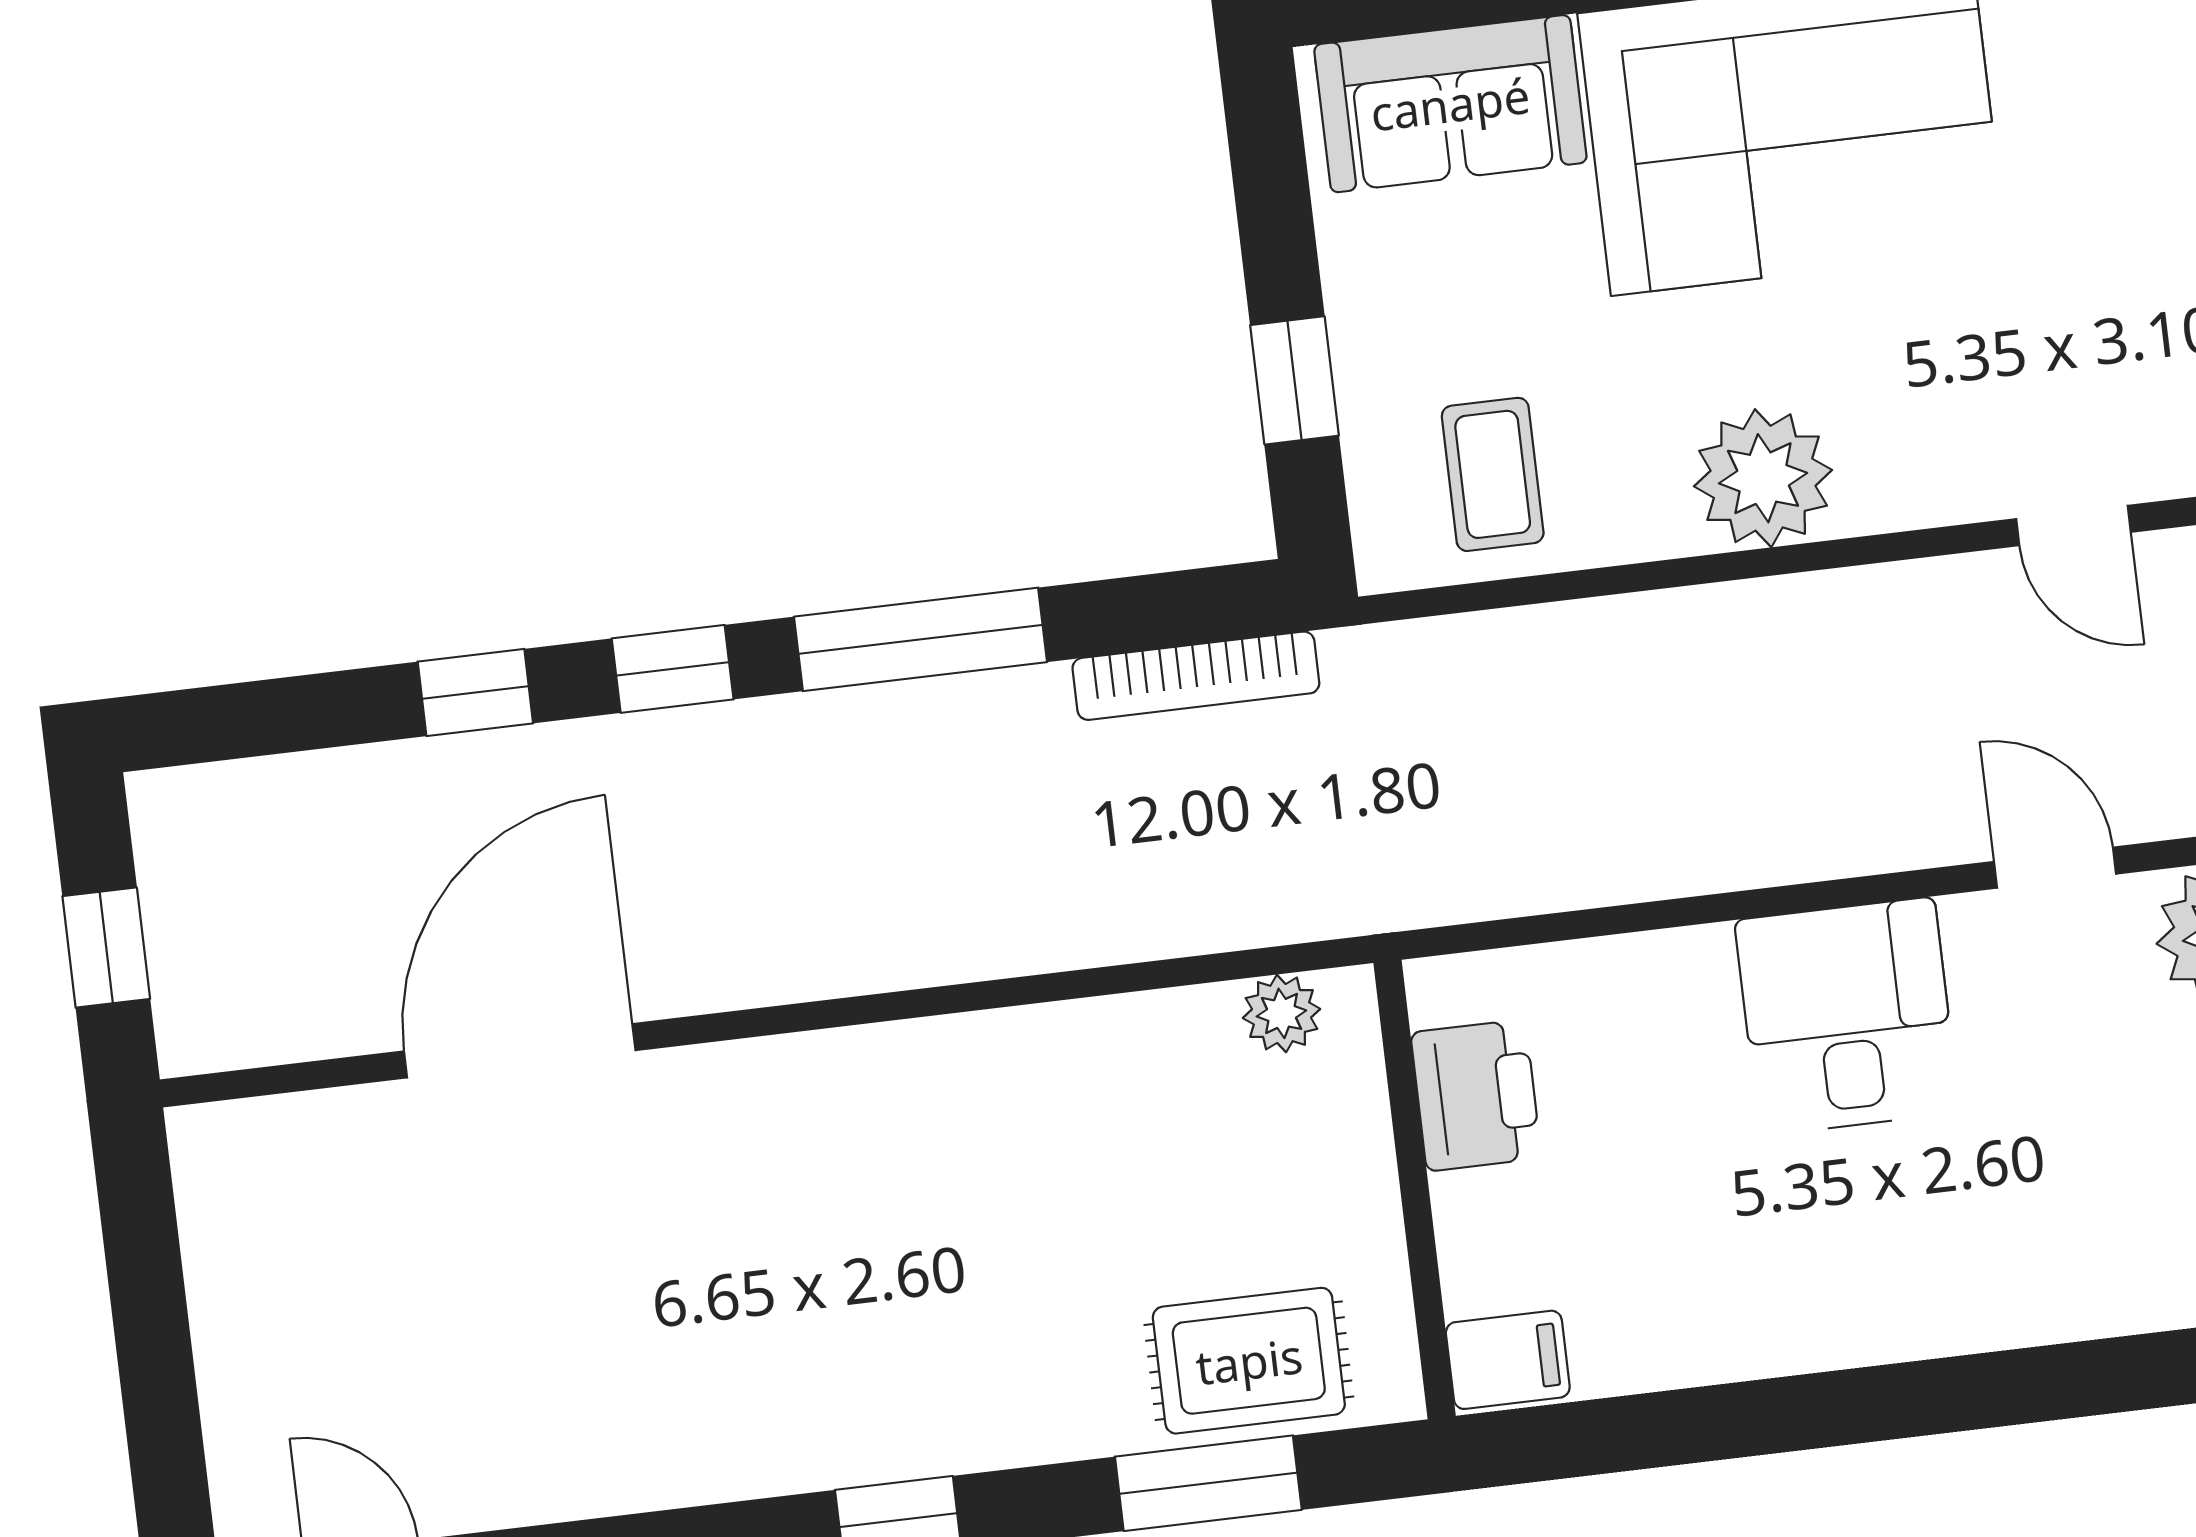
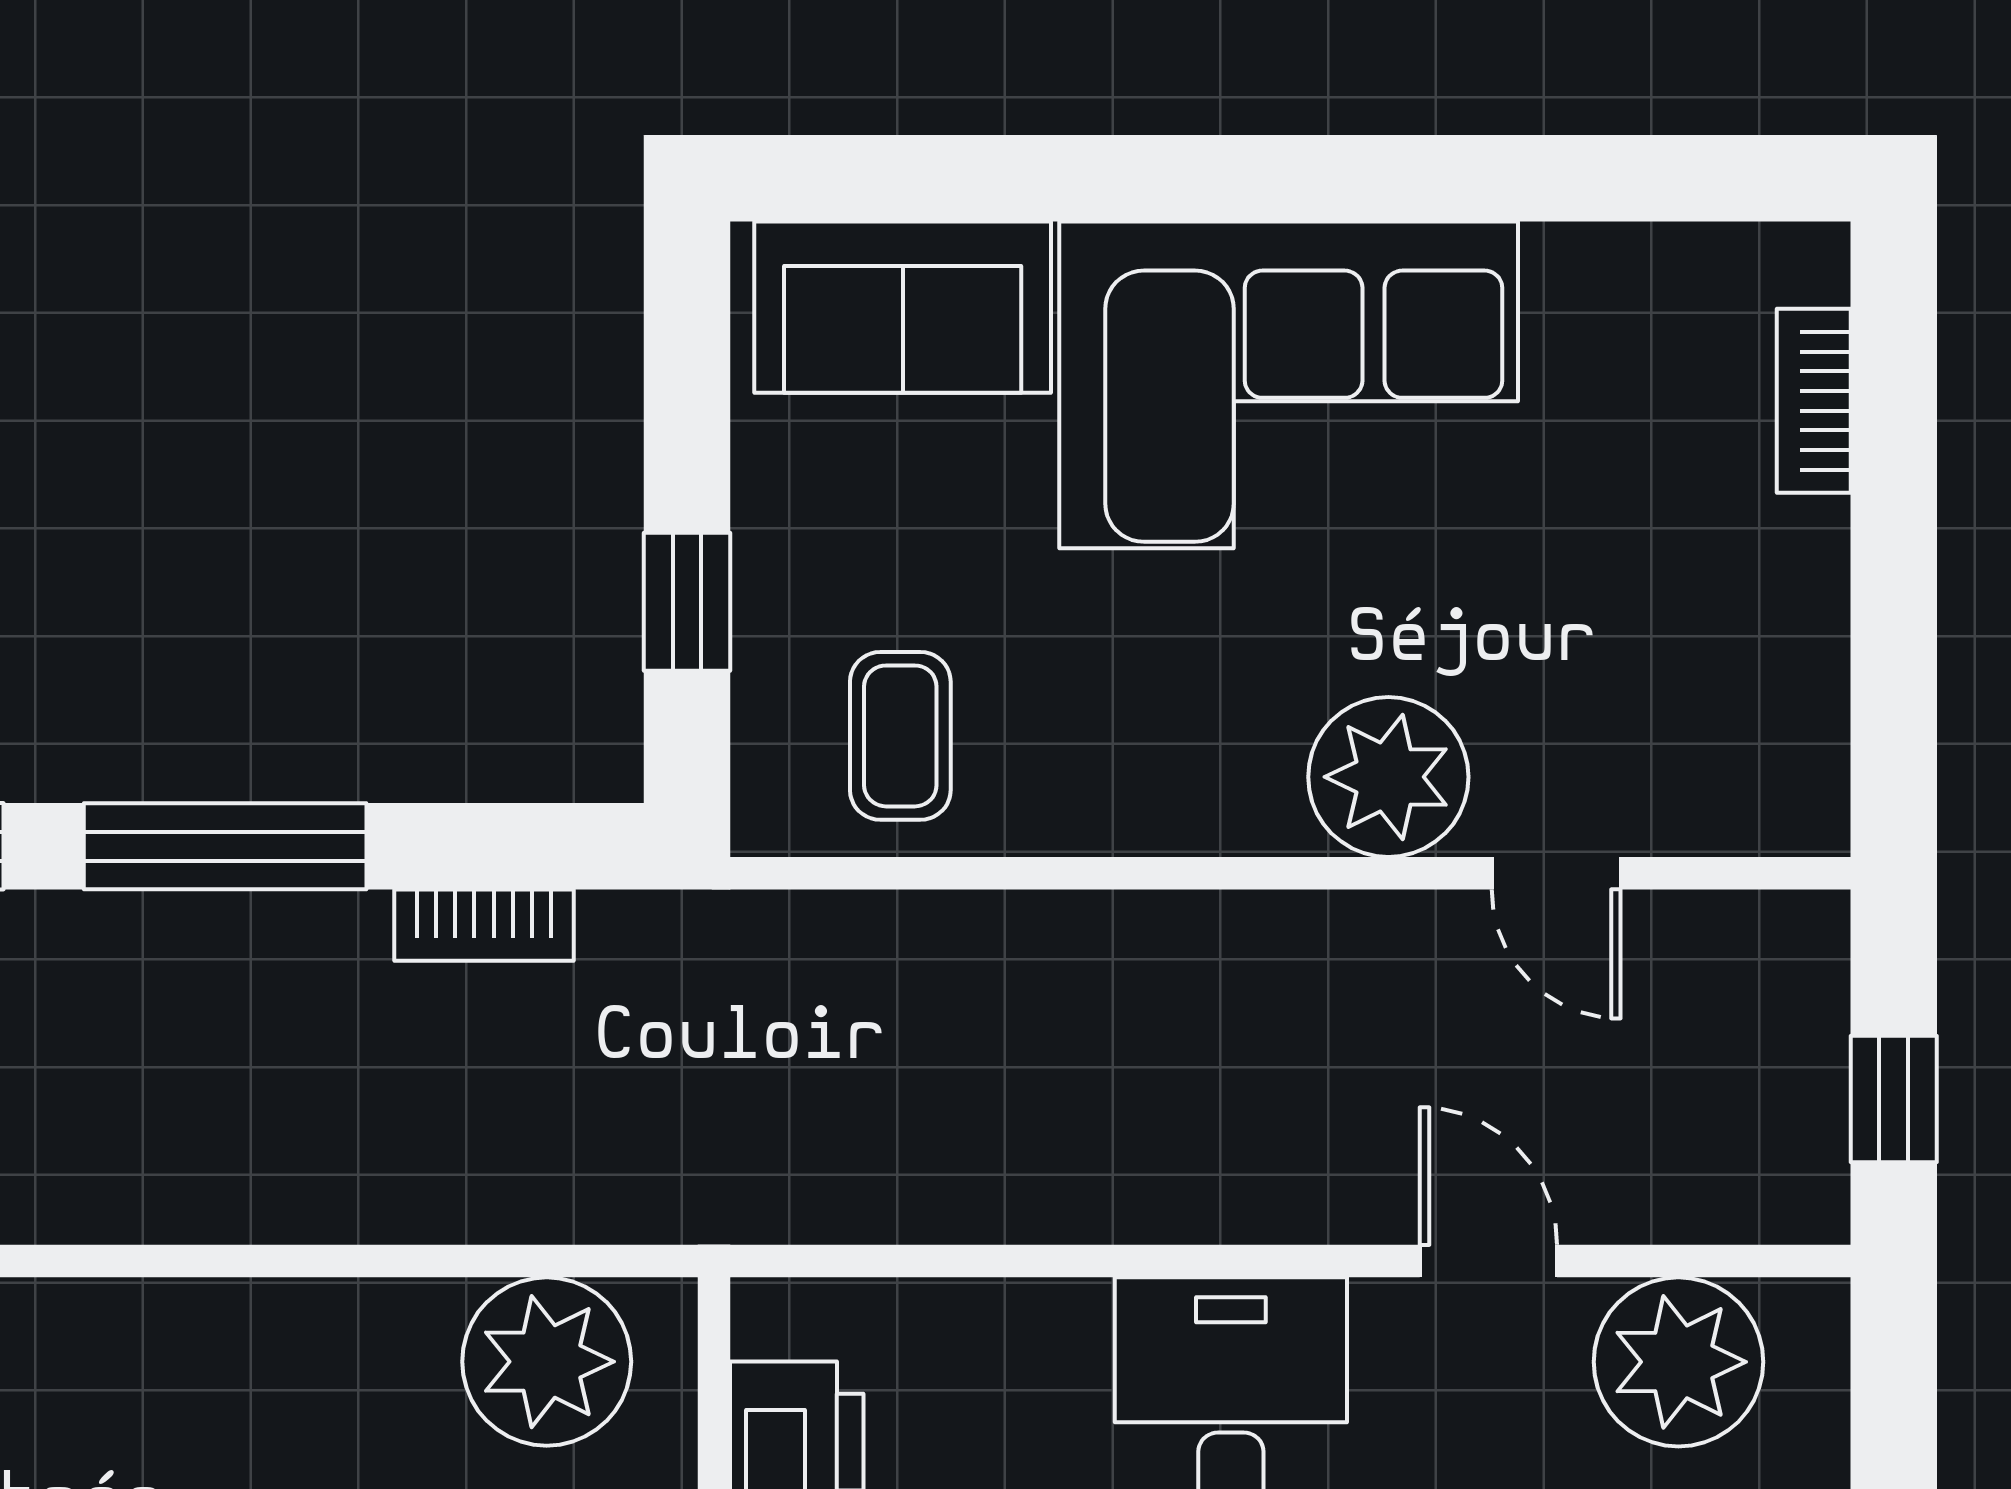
plant: (1763, 478) -> (1388, 777), moved
bookcase: (1196, 676) -> (484, 925), width x0.64
plant: (1281, 1013) -> (547, 1362), width x1.87, depth x1.87

